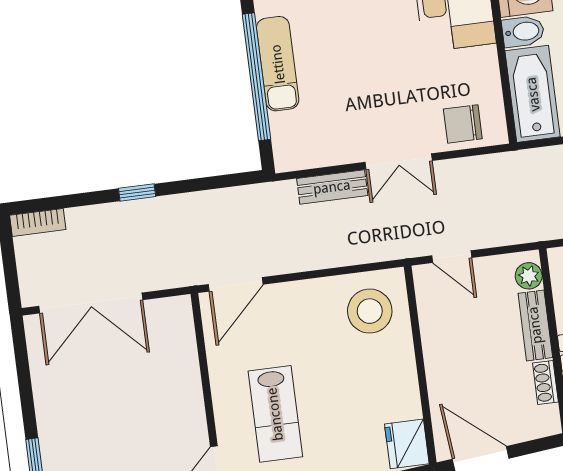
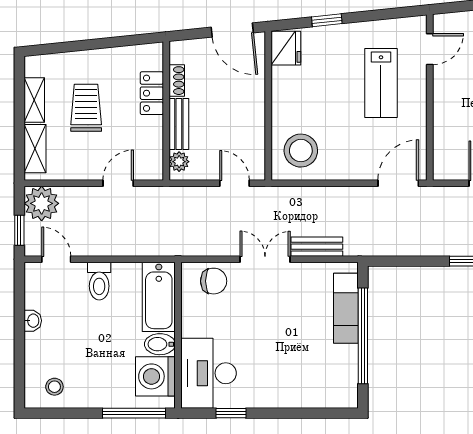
exam couch: (278, 64) -> (346, 308), moved
lab bench: (275, 414) -> (381, 83), turned 180

